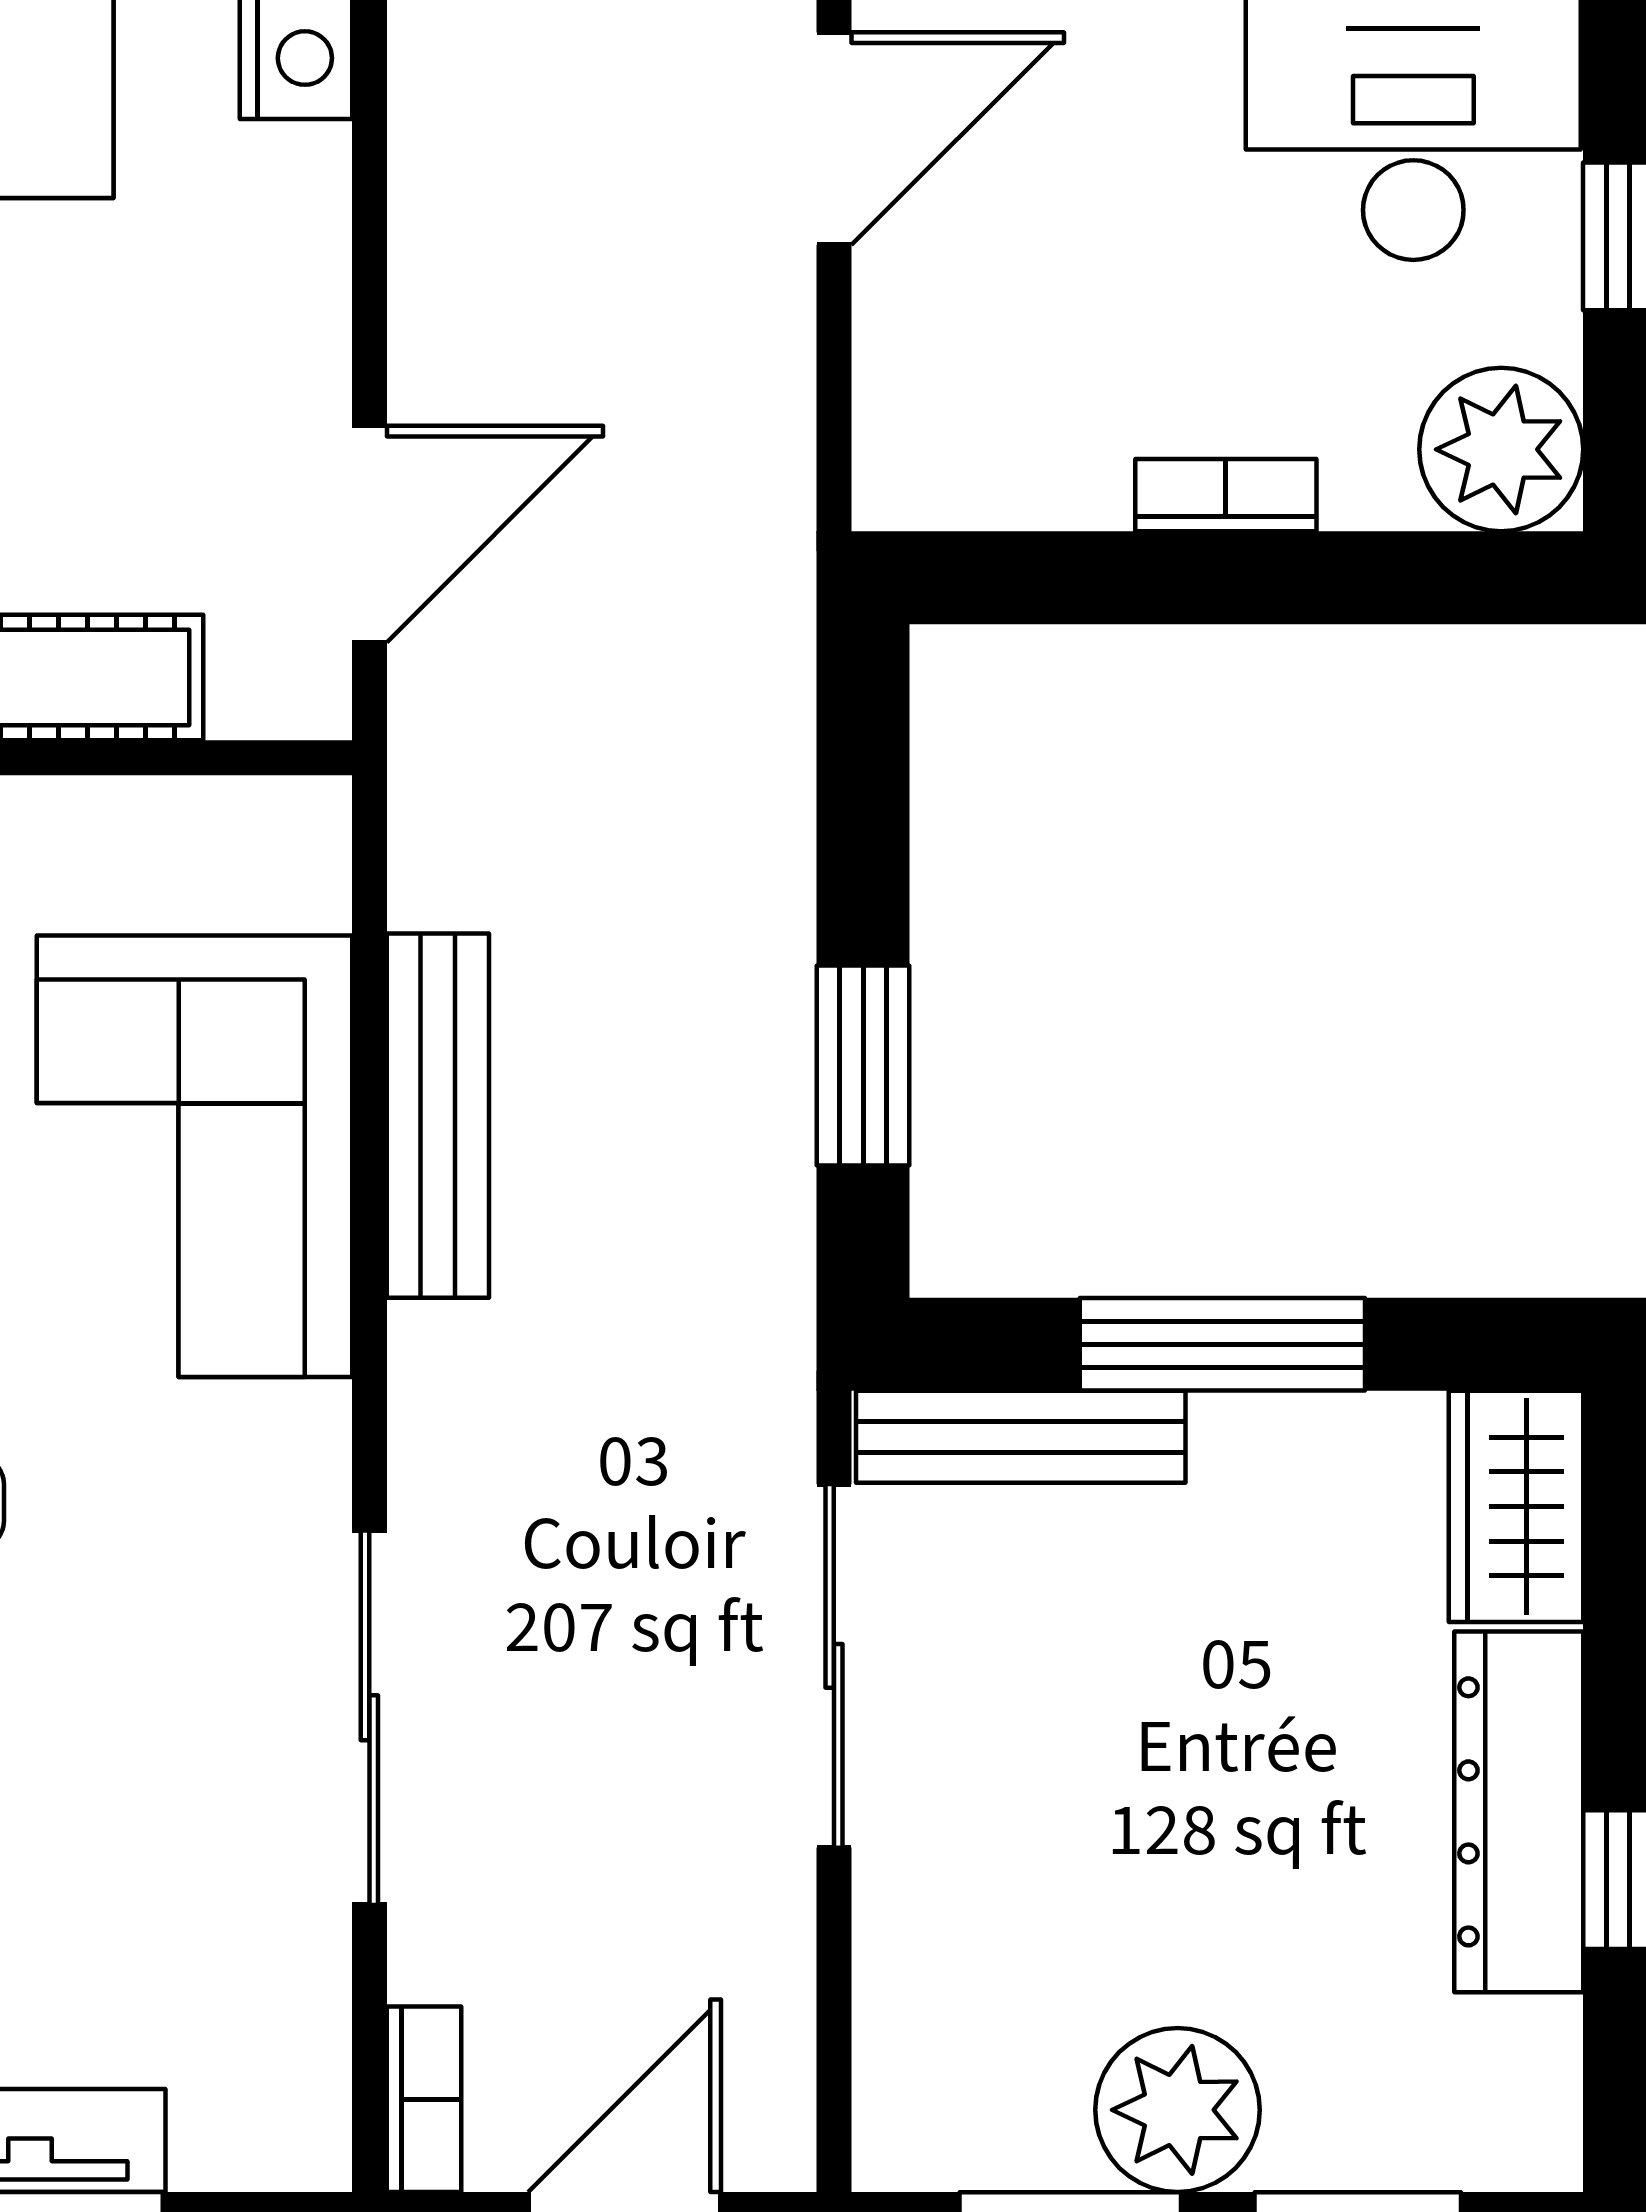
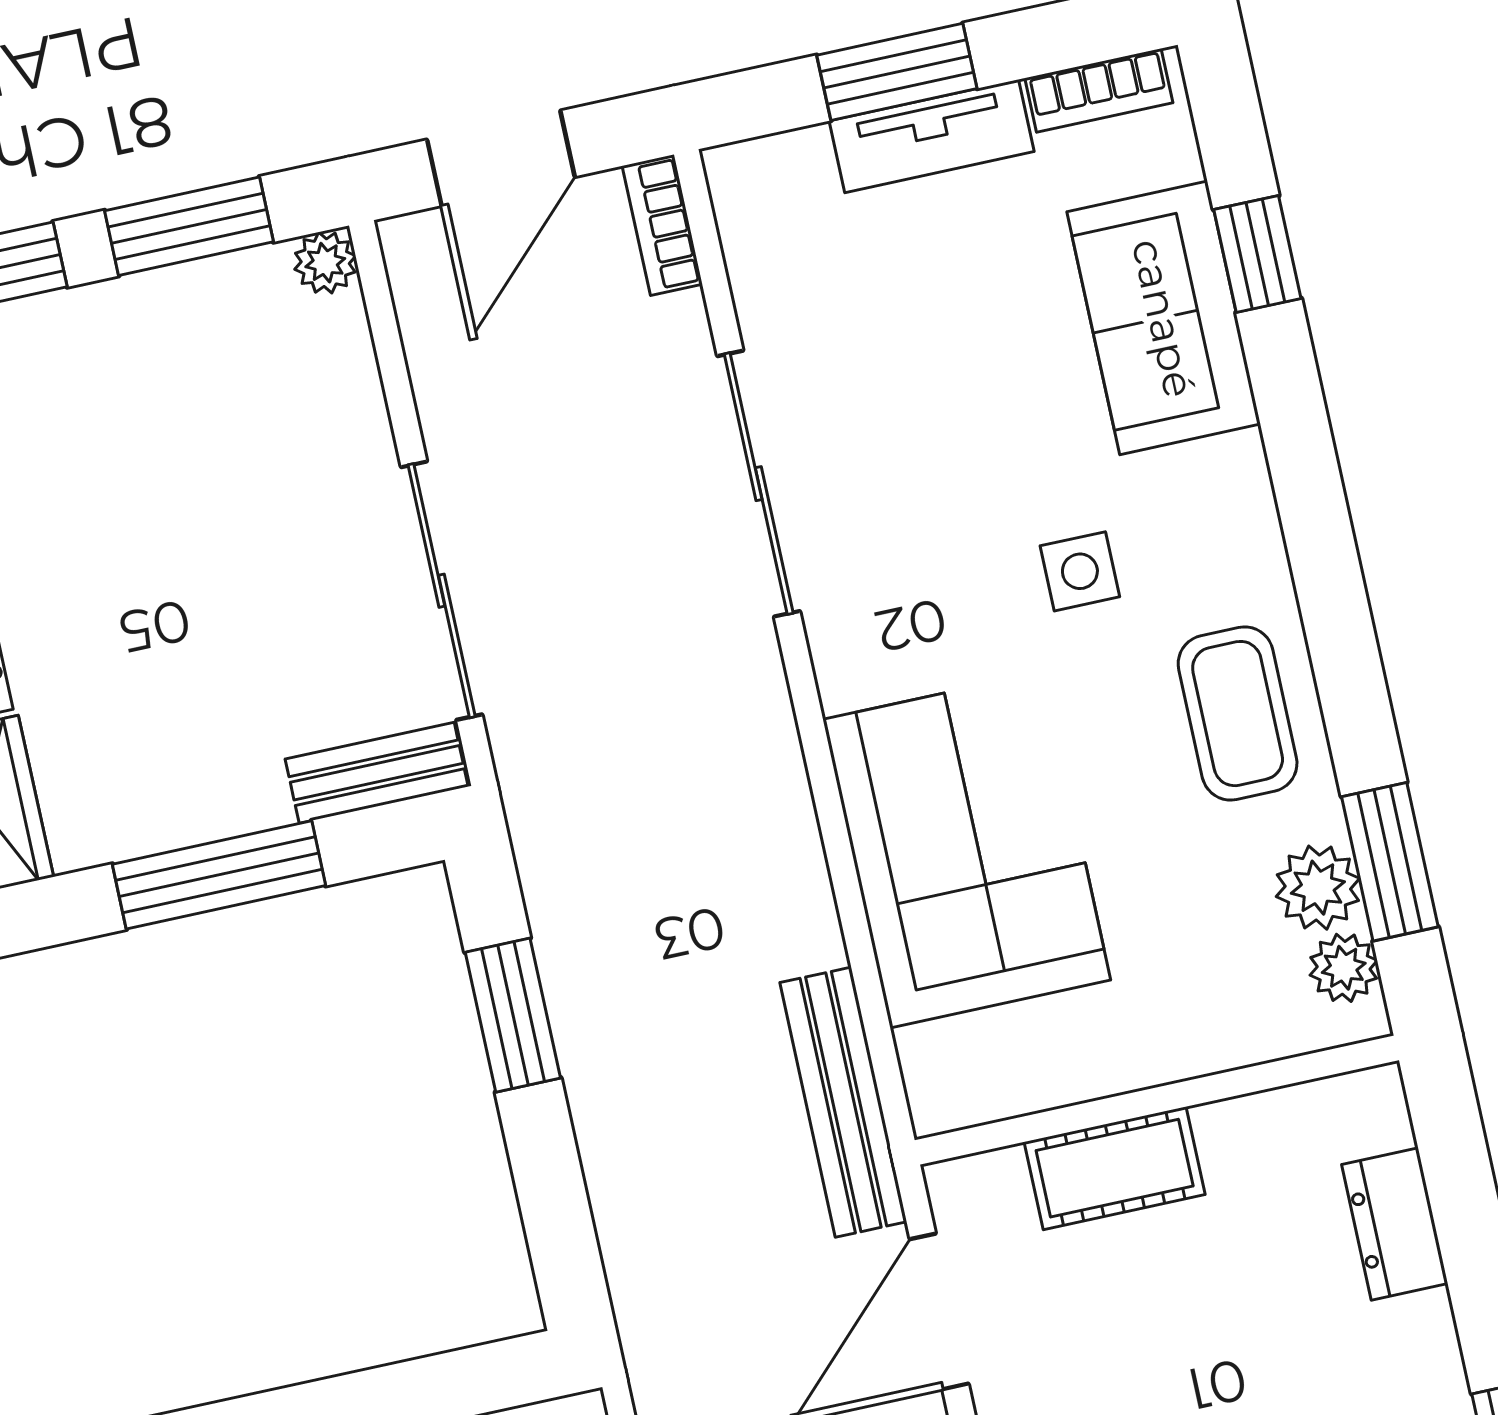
bench: (438, 1116) -> (843, 1102), moved
bench: (1021, 1437) -> (377, 773), width x0.73
plant: (1178, 2110) -> (325, 263), moved, width x0.53, depth x0.53

